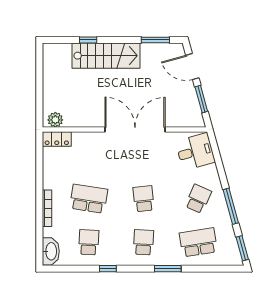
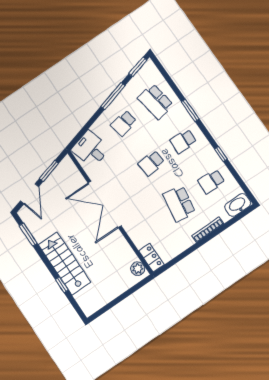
school desk: (198, 199) -> (124, 123), turned -36

